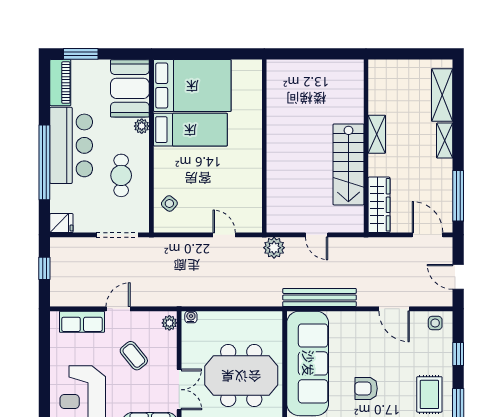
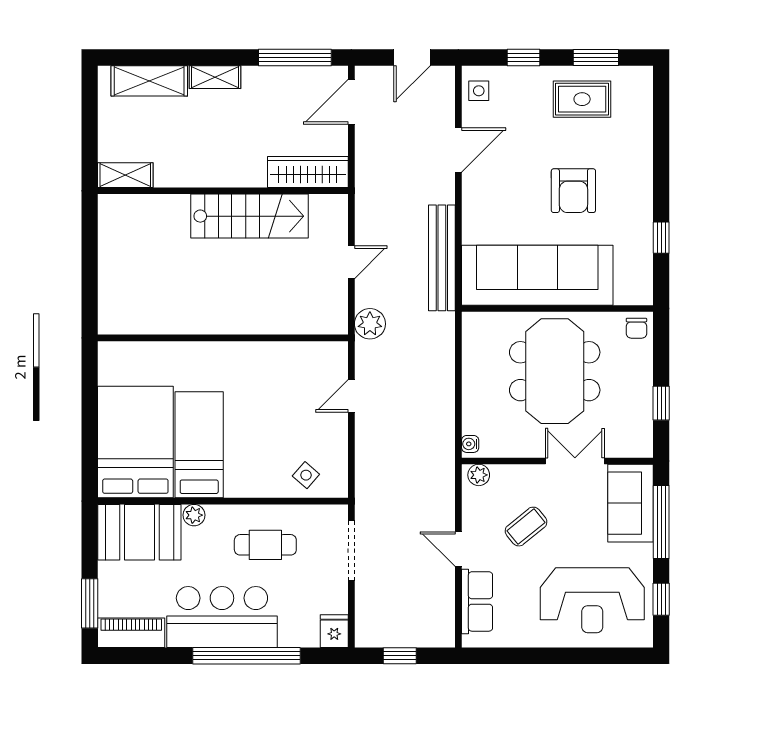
shelving: (377, 134) -> (125, 175), moved
armchair: (366, 388) -> (573, 191), width x1.38, depth x1.38

